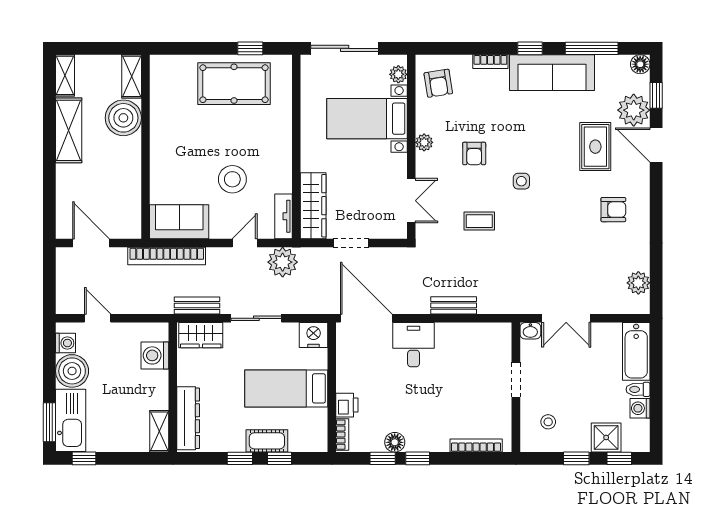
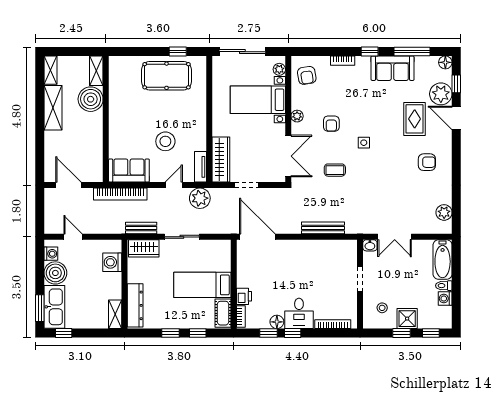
sofa: (552, 73) -> (393, 68), width x0.73
double door: (411, 201) -> (288, 156), width x1.37
bench: (454, 305) -> (323, 228), width x1.36
nightstand: (314, 335) -> (221, 248), removed
desk: (414, 345) -> (299, 313), moved, turned 180
shower: (606, 437) -> (407, 319), moved
cot: (267, 441) -> (223, 313), moved, turned 90

